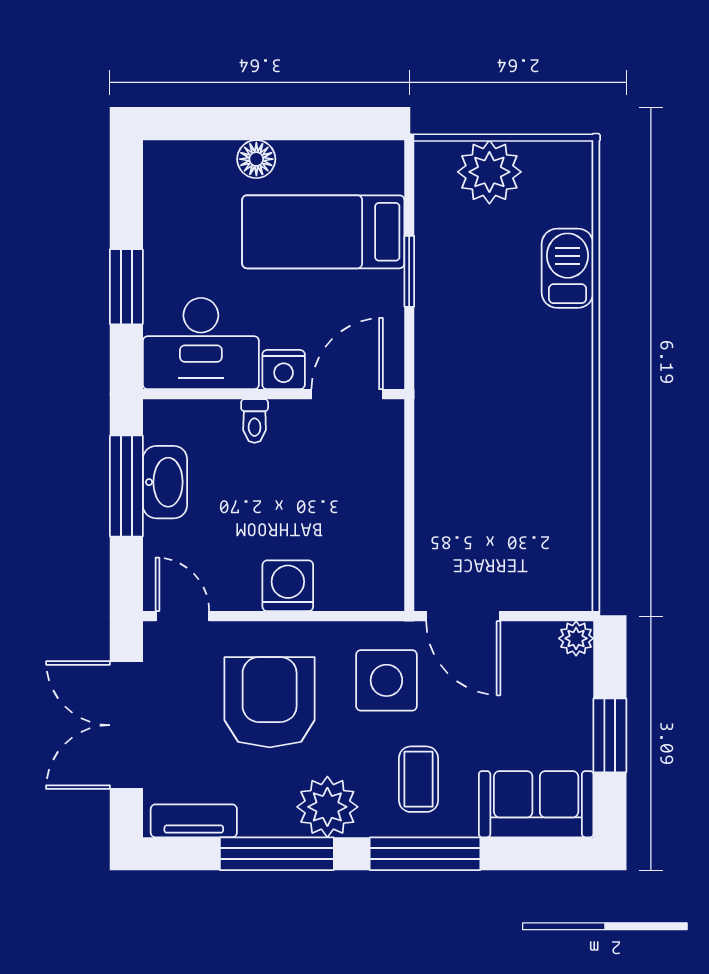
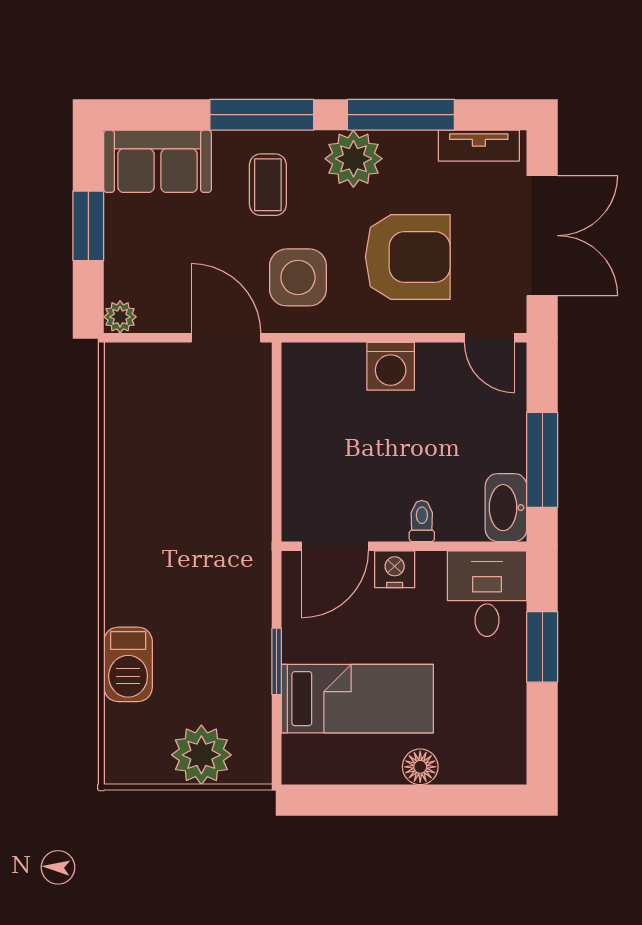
desk: (201, 344) -> (487, 594), width x0.73
washbasin: (165, 482) -> (506, 508), moved
armchair: (270, 702) -> (408, 257), turned -90

